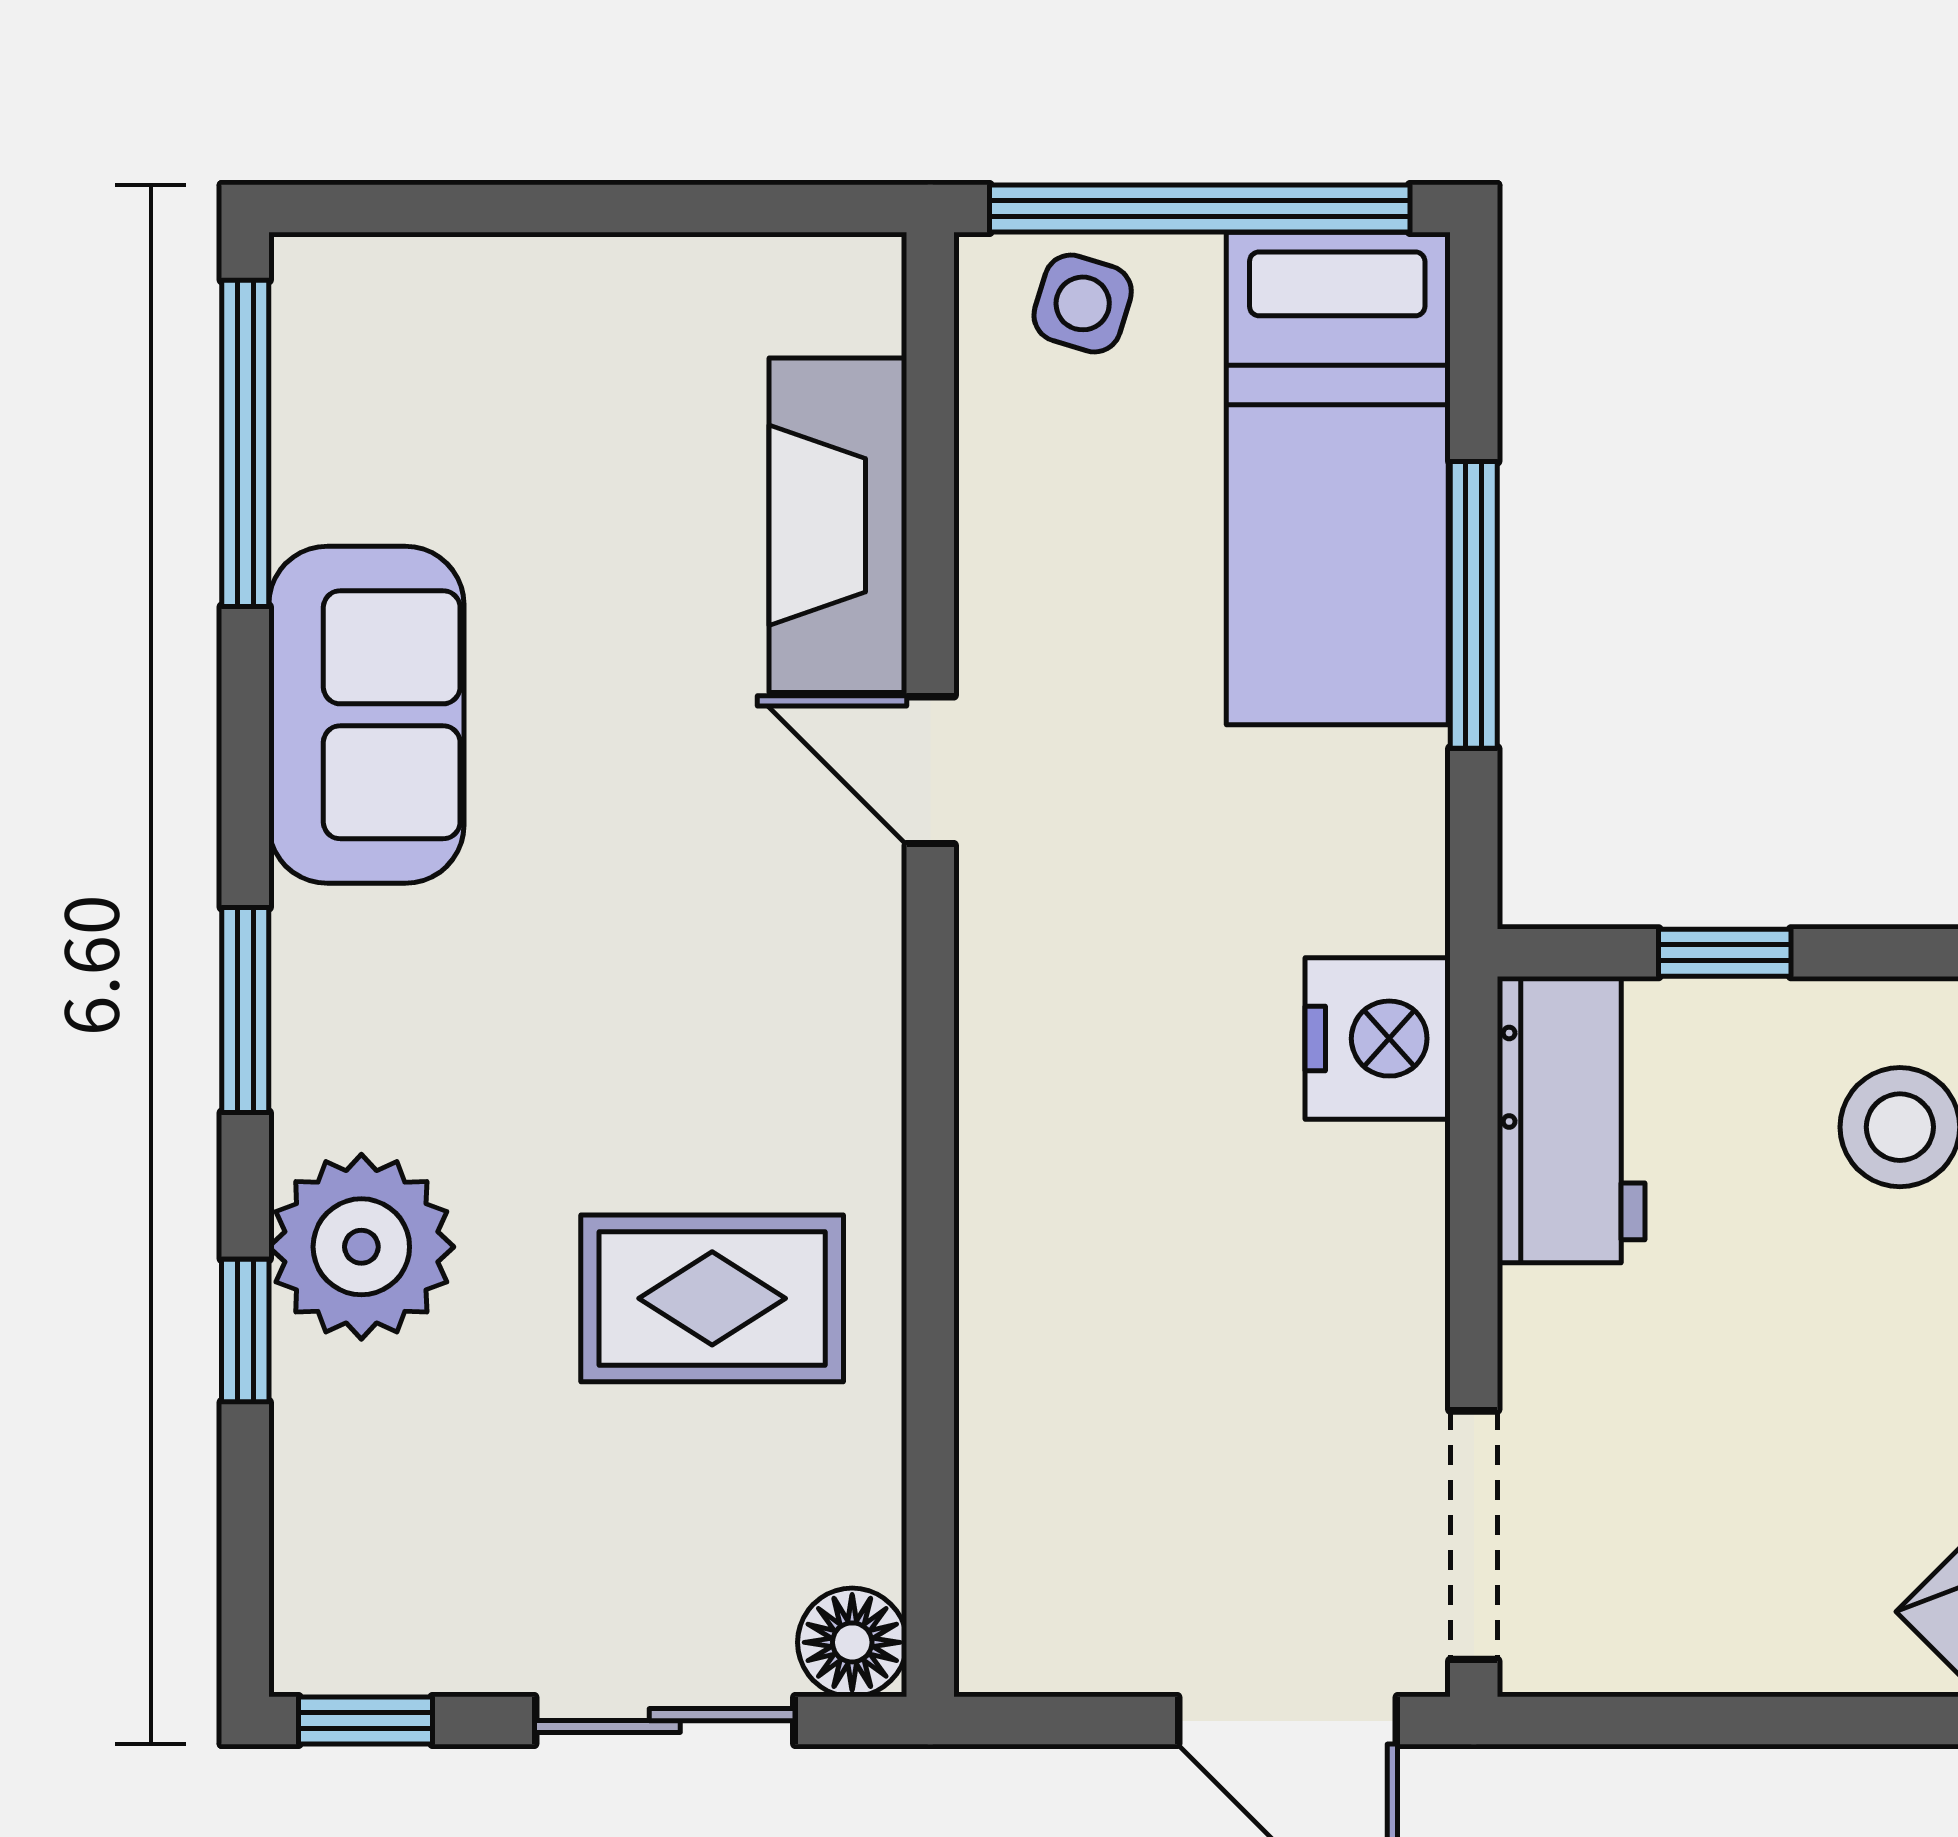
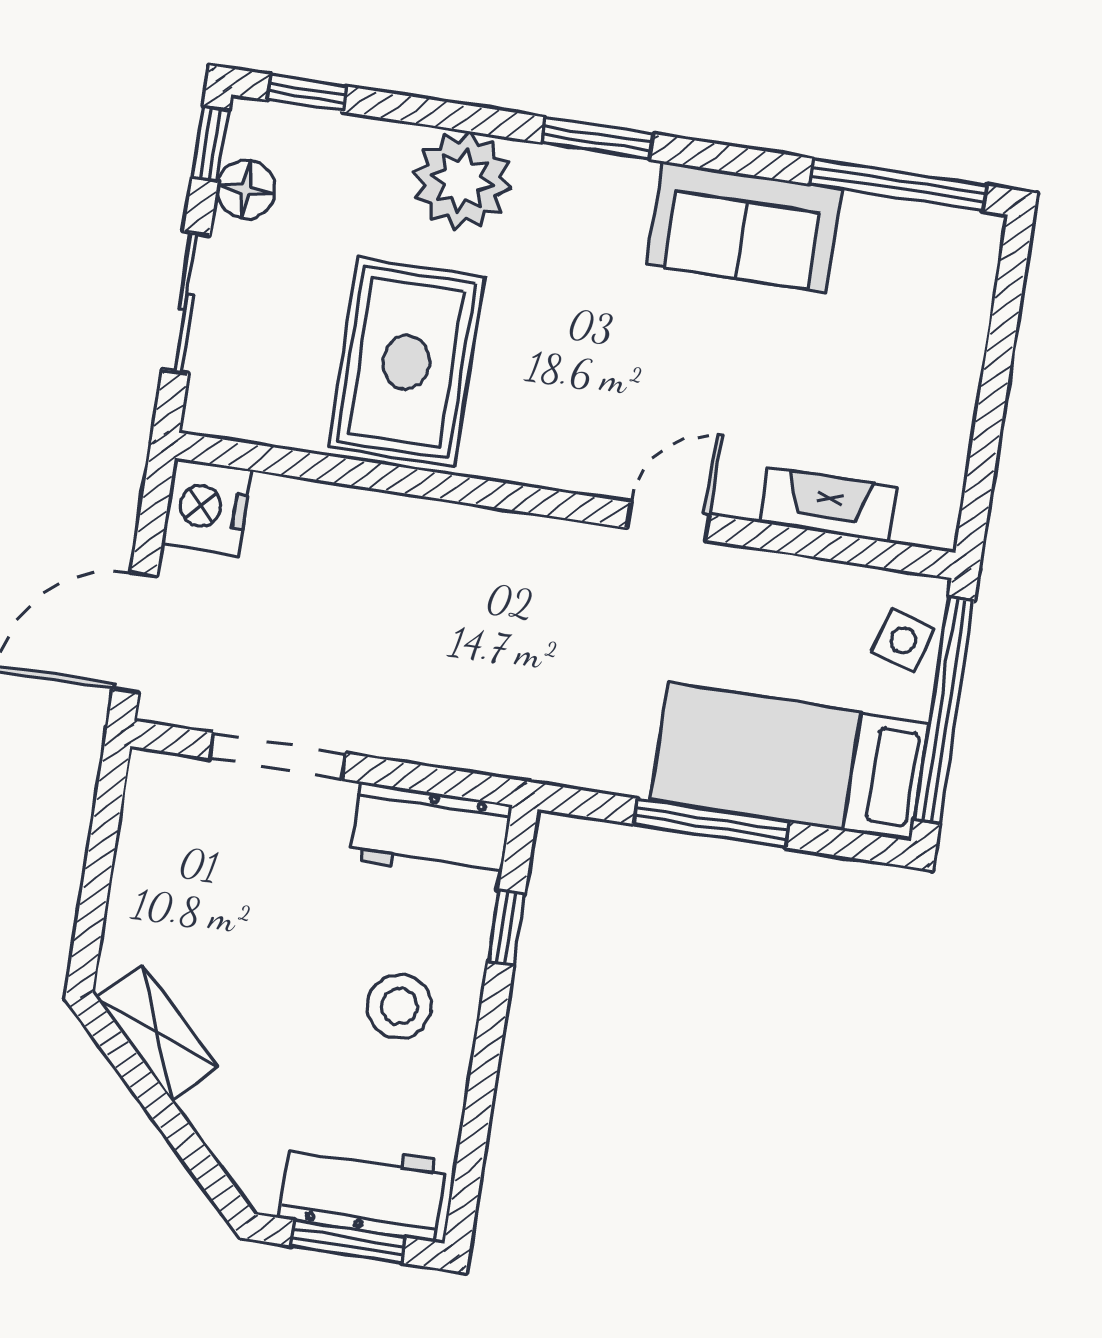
fireplace: (838, 525) -> (828, 505), width x0.73, depth x0.76
nightstand: (1378, 1039) -> (207, 507), moved, turned 90
rug: (712, 1298) -> (406, 362), width x1.36, depth x1.43
window: (245, 1331) -> (307, 93), moved
doorway: (1474, 1535) -> (277, 756), moved
floor lamp: (852, 1642) -> (246, 189), moved

